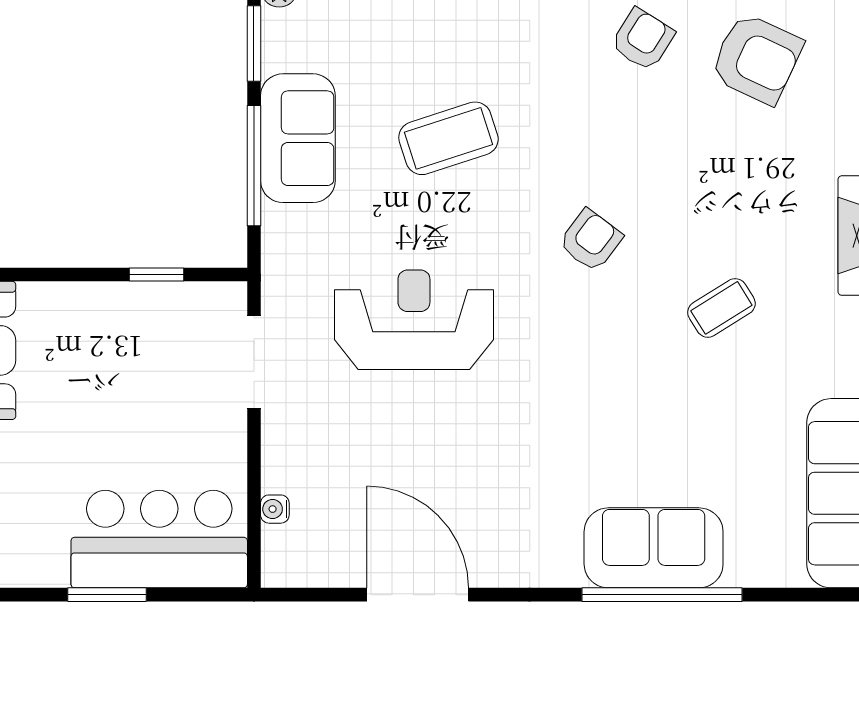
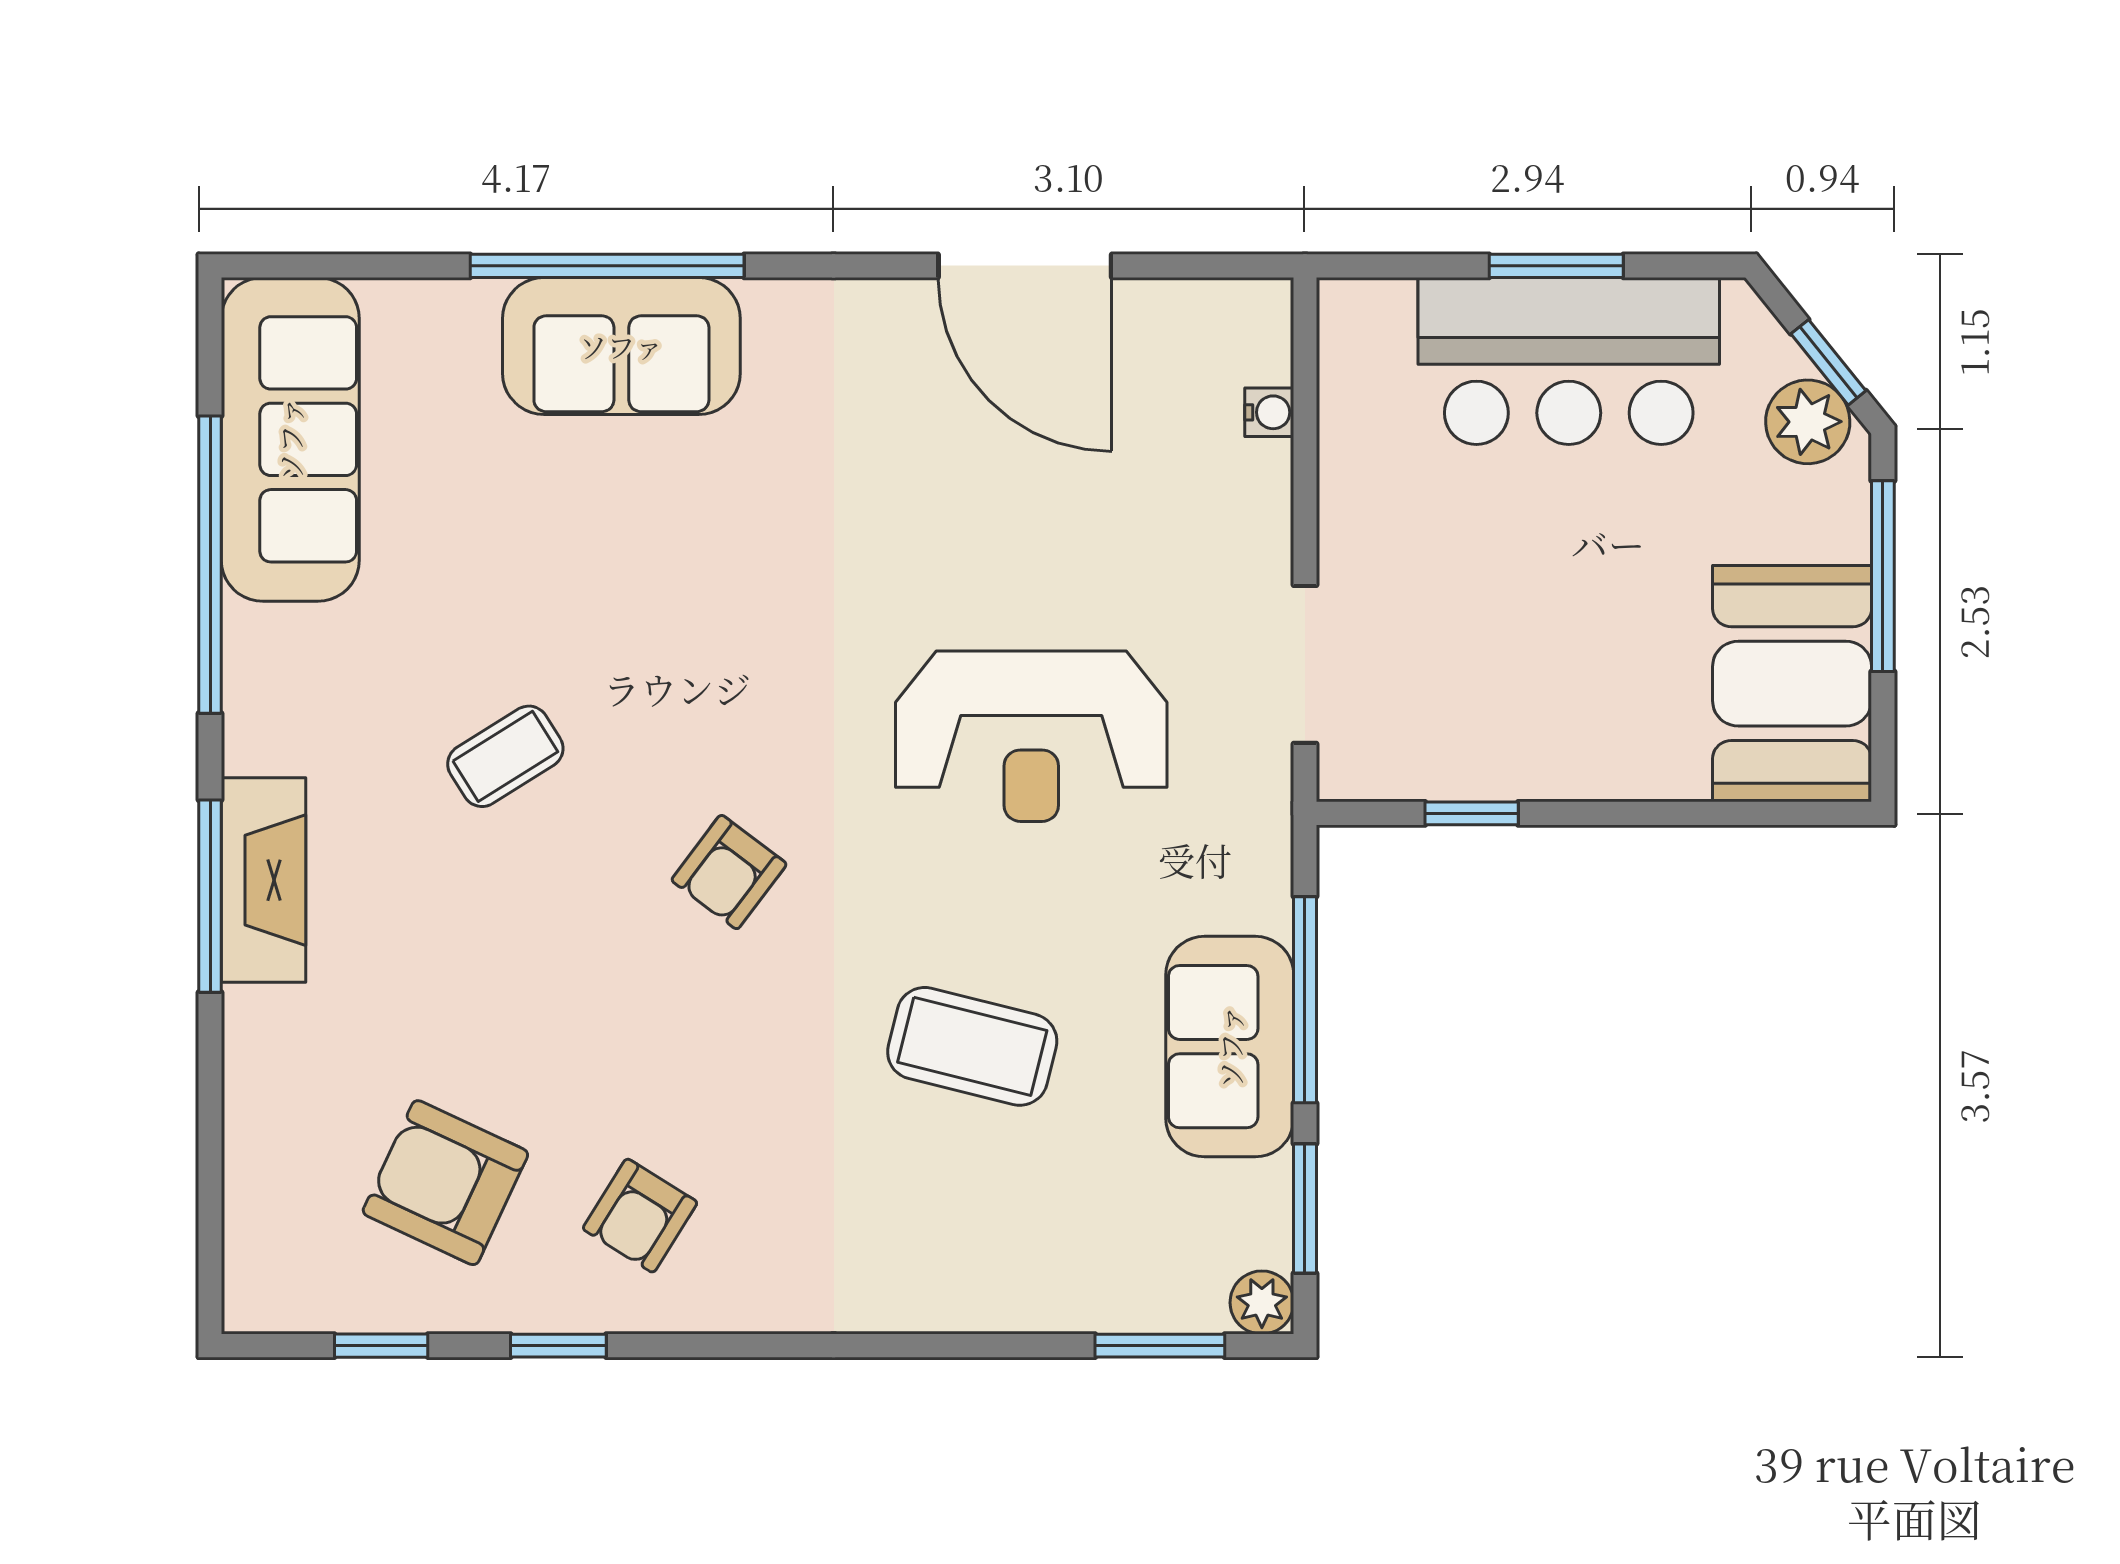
coffee table: (448, 138) -> (972, 1046), turned 32
bar counter: (159, 539) -> (1569, 361), moved

